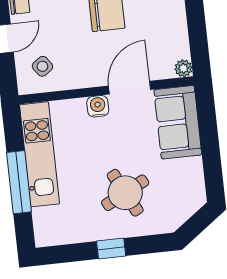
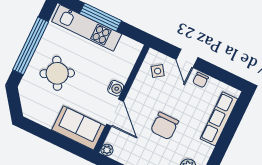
kitchen unit: (40, 154) -> (87, 28), moved
window: (111, 248) -> (31, 46), width x3.17

